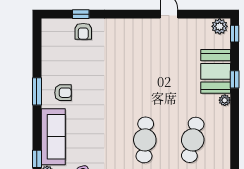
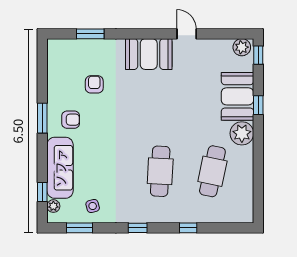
window: (81, 14) -> (90, 34), width x1.50
armchair: (83, 31) -> (94, 84), moved, turned 180
booth: (134, 33) -> (149, 54), added
plant: (225, 100) -> (242, 133), width x1.87, depth x1.87

